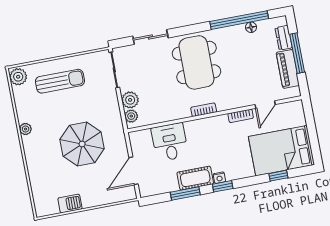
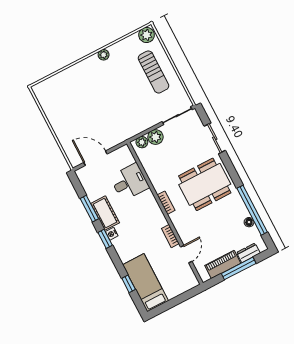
door: (265, 105) -> (186, 254), swing flipped
parasol: (82, 144) -> (105, 107), removed
bed: (281, 151) -> (146, 283), width x0.67
barbecue: (70, 204) -> (51, 112), removed

